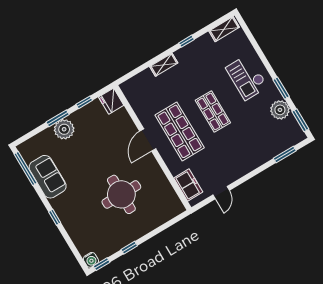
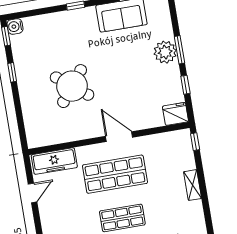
window: (186, 41) -> (195, 142), moved
freezer: (188, 185) -> (54, 161), width x1.40
door: (221, 193) -> (33, 193), swing flipped
round table: (121, 194) -> (72, 86), turned 38

